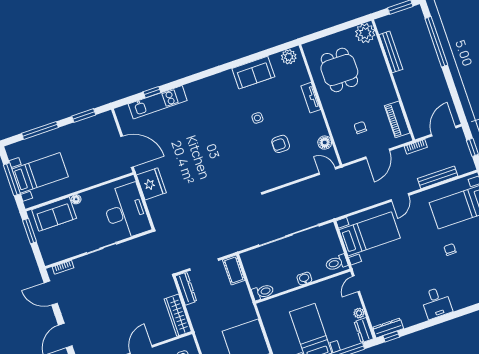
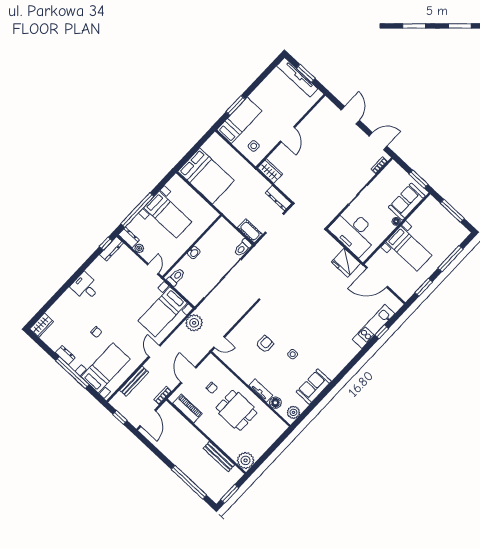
dining table: (339, 70) -> (236, 410), moved
floor lamp: (325, 143) -> (275, 403), moved
bed with nightstands: (40, 173) -> (409, 249), moved, turned -90
plant: (343, 205) -> (194, 323), added
toilet: (263, 292) -> (243, 248), moved
wardrobe: (178, 315) -> (270, 171), width x0.67

